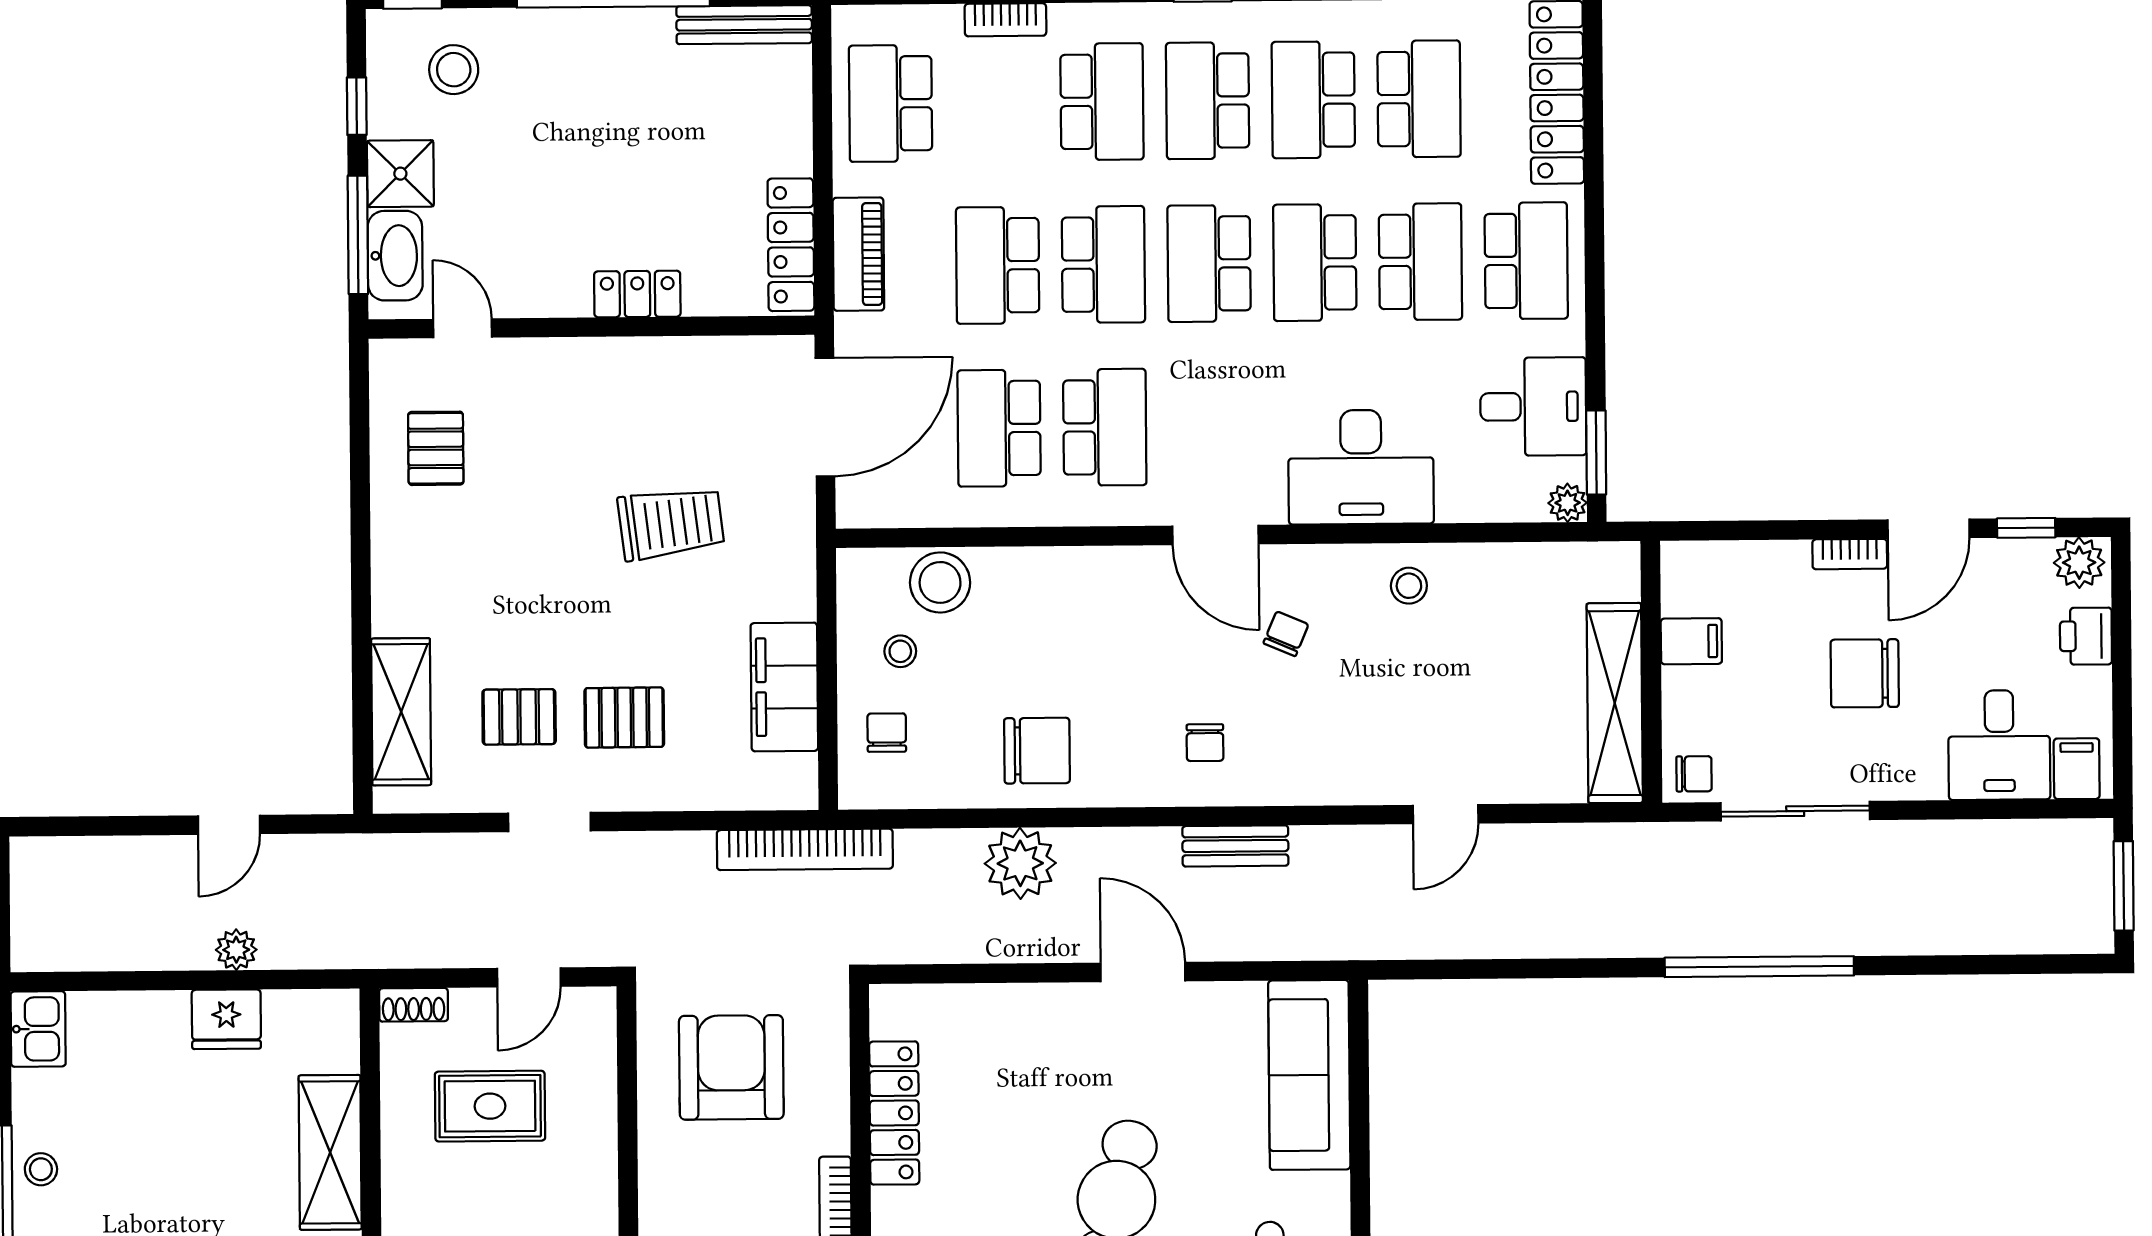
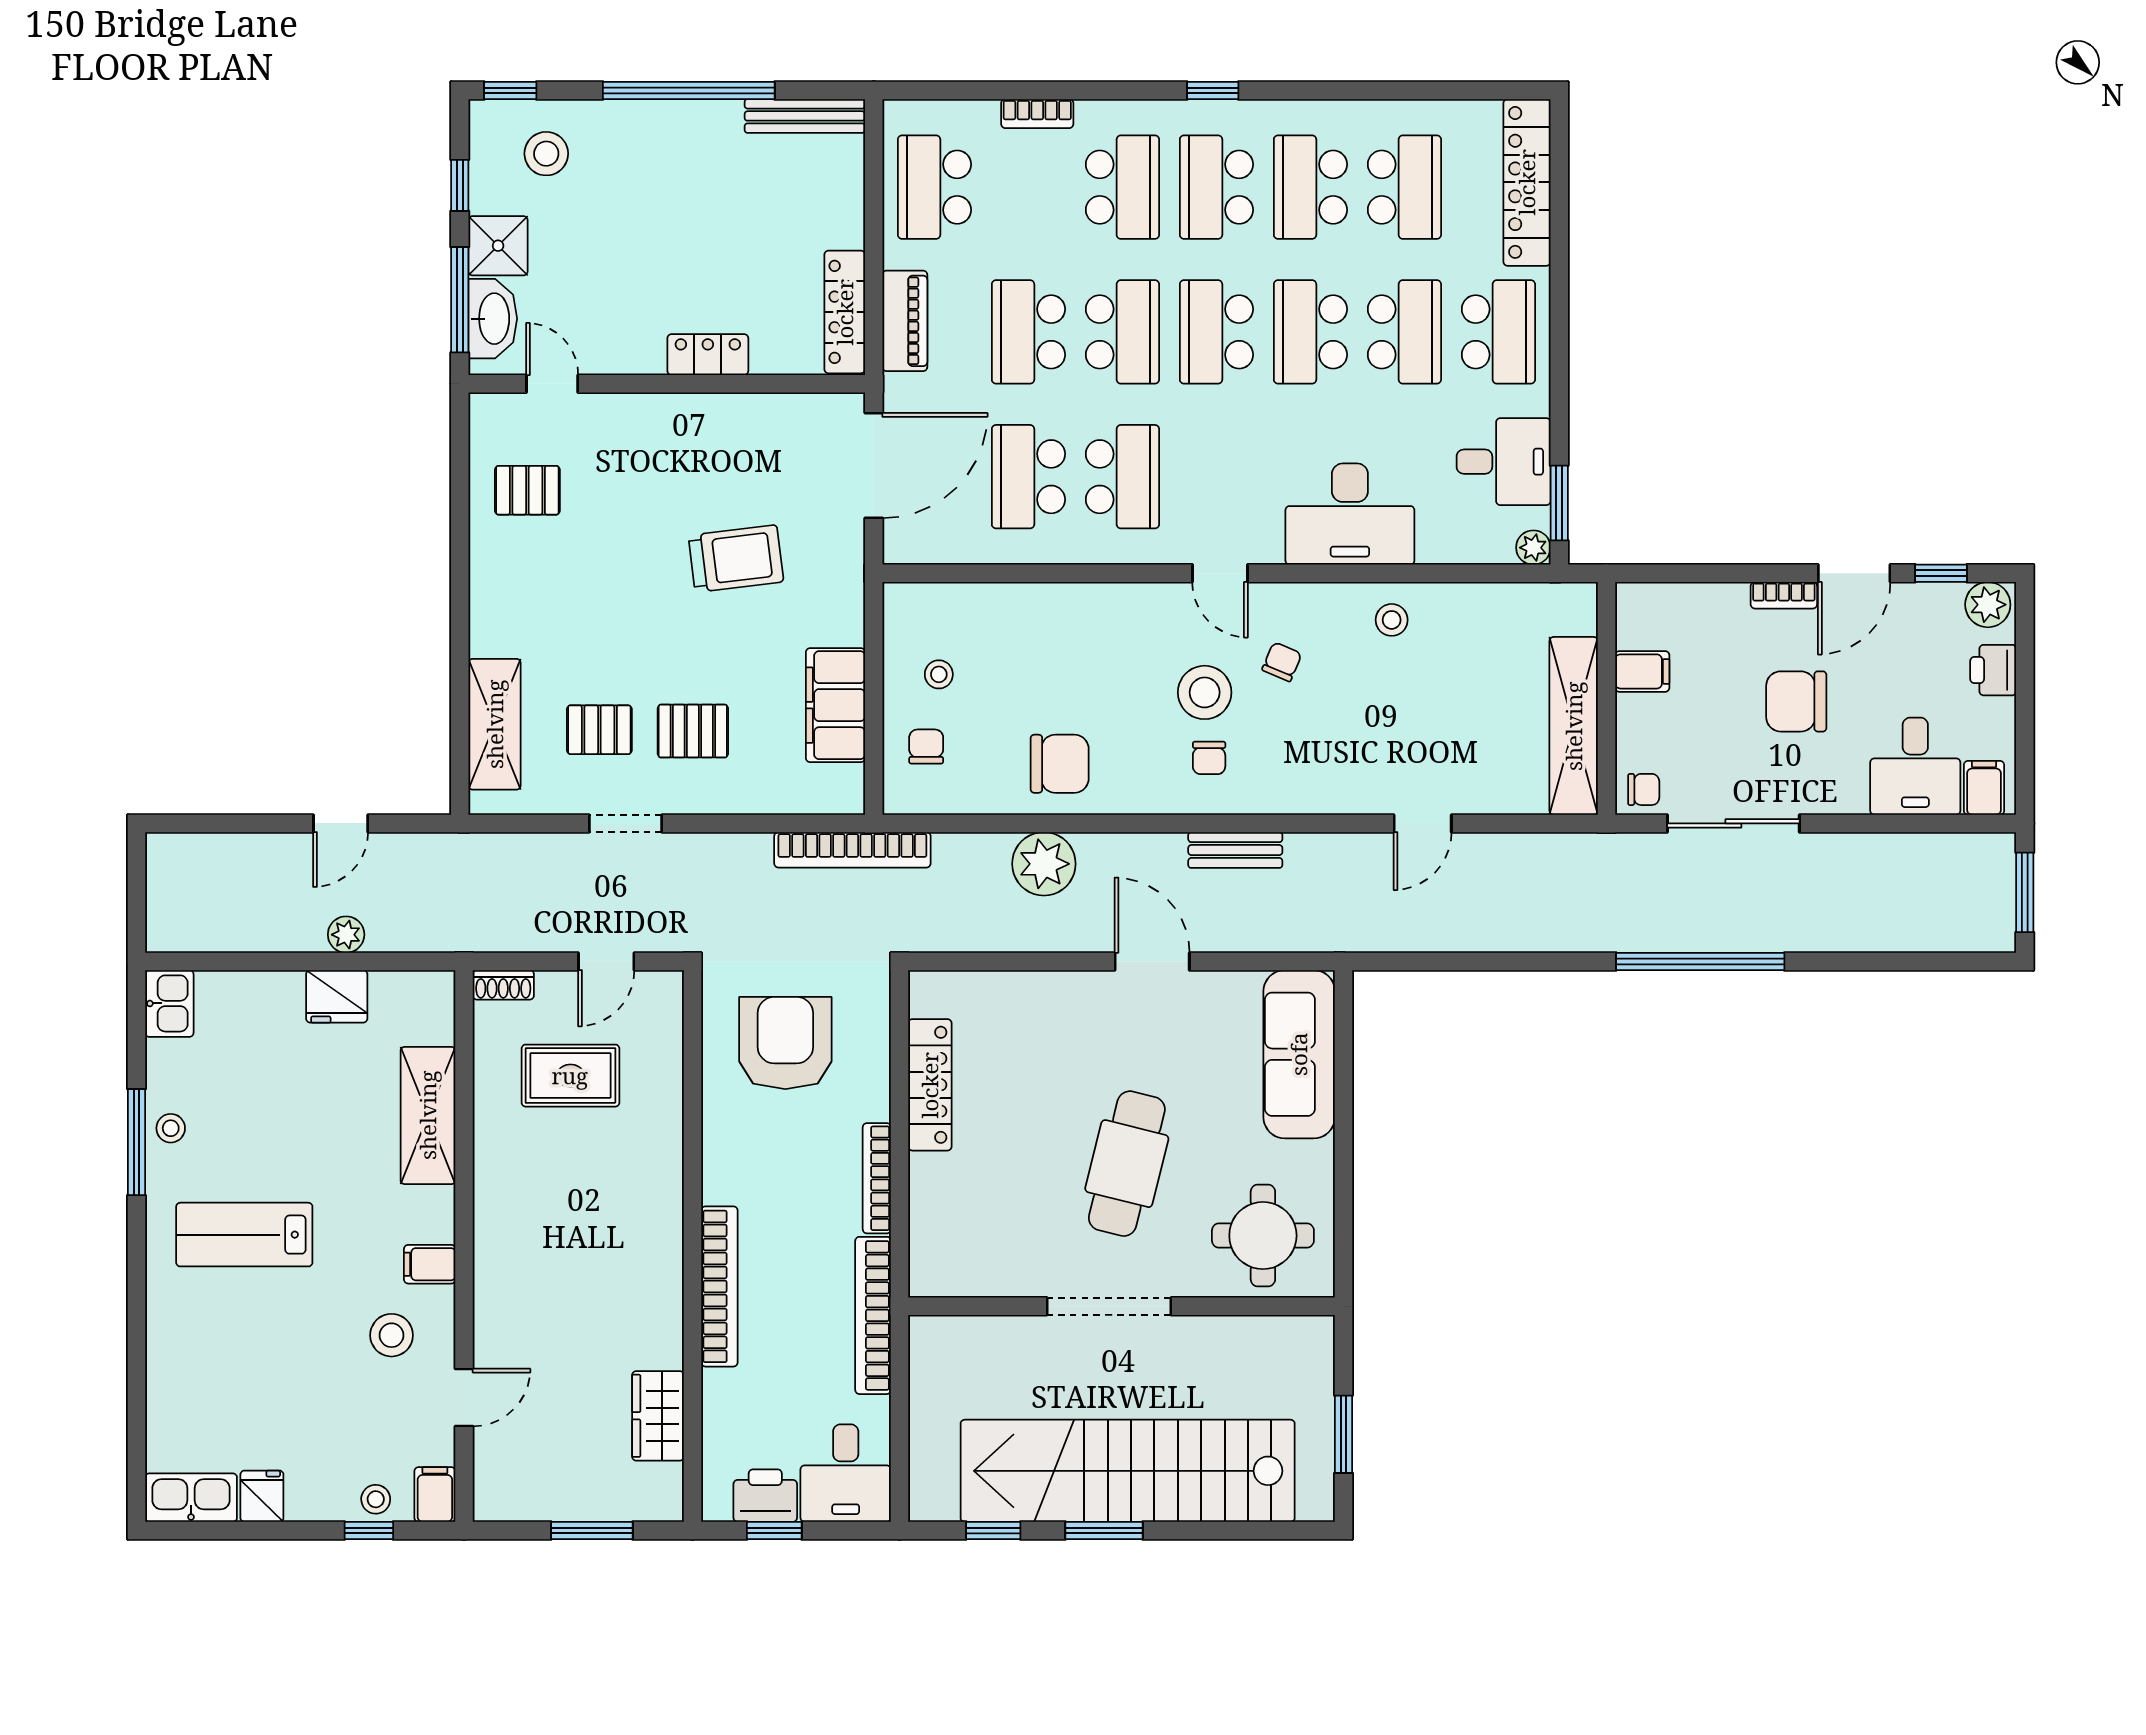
pallet: (436, 448) -> (527, 490), turned 90
door: (1215, 535) -> (1220, 573), width x0.73
stool: (940, 582) -> (1205, 692), moved

